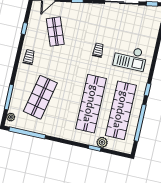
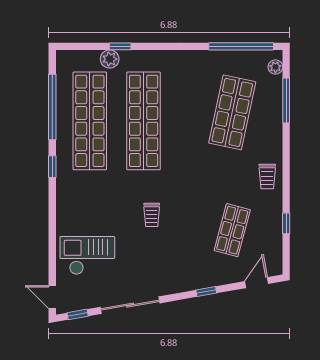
shop shelf: (55, 32) -> (232, 230), turned 36
checkout: (130, 58) -> (87, 255), moved

